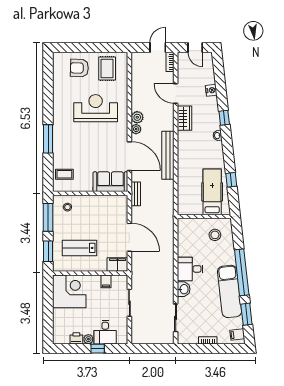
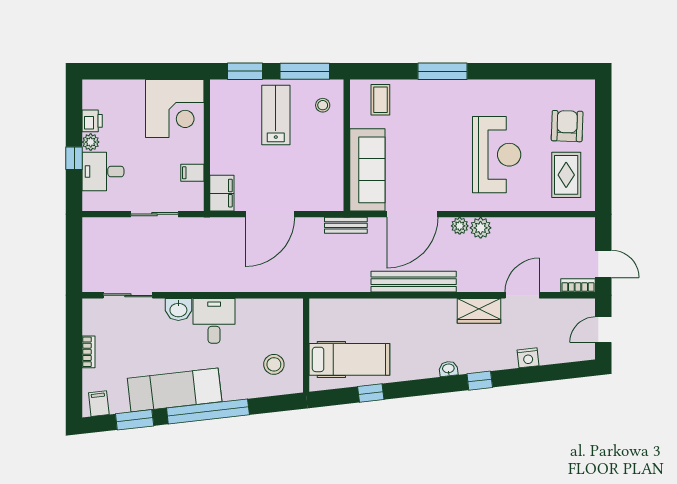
rug: (107, 69) -> (566, 175), turned 90
sofa: (110, 182) -> (367, 170), width x1.36
lab bench: (80, 248) -> (276, 115), moved

